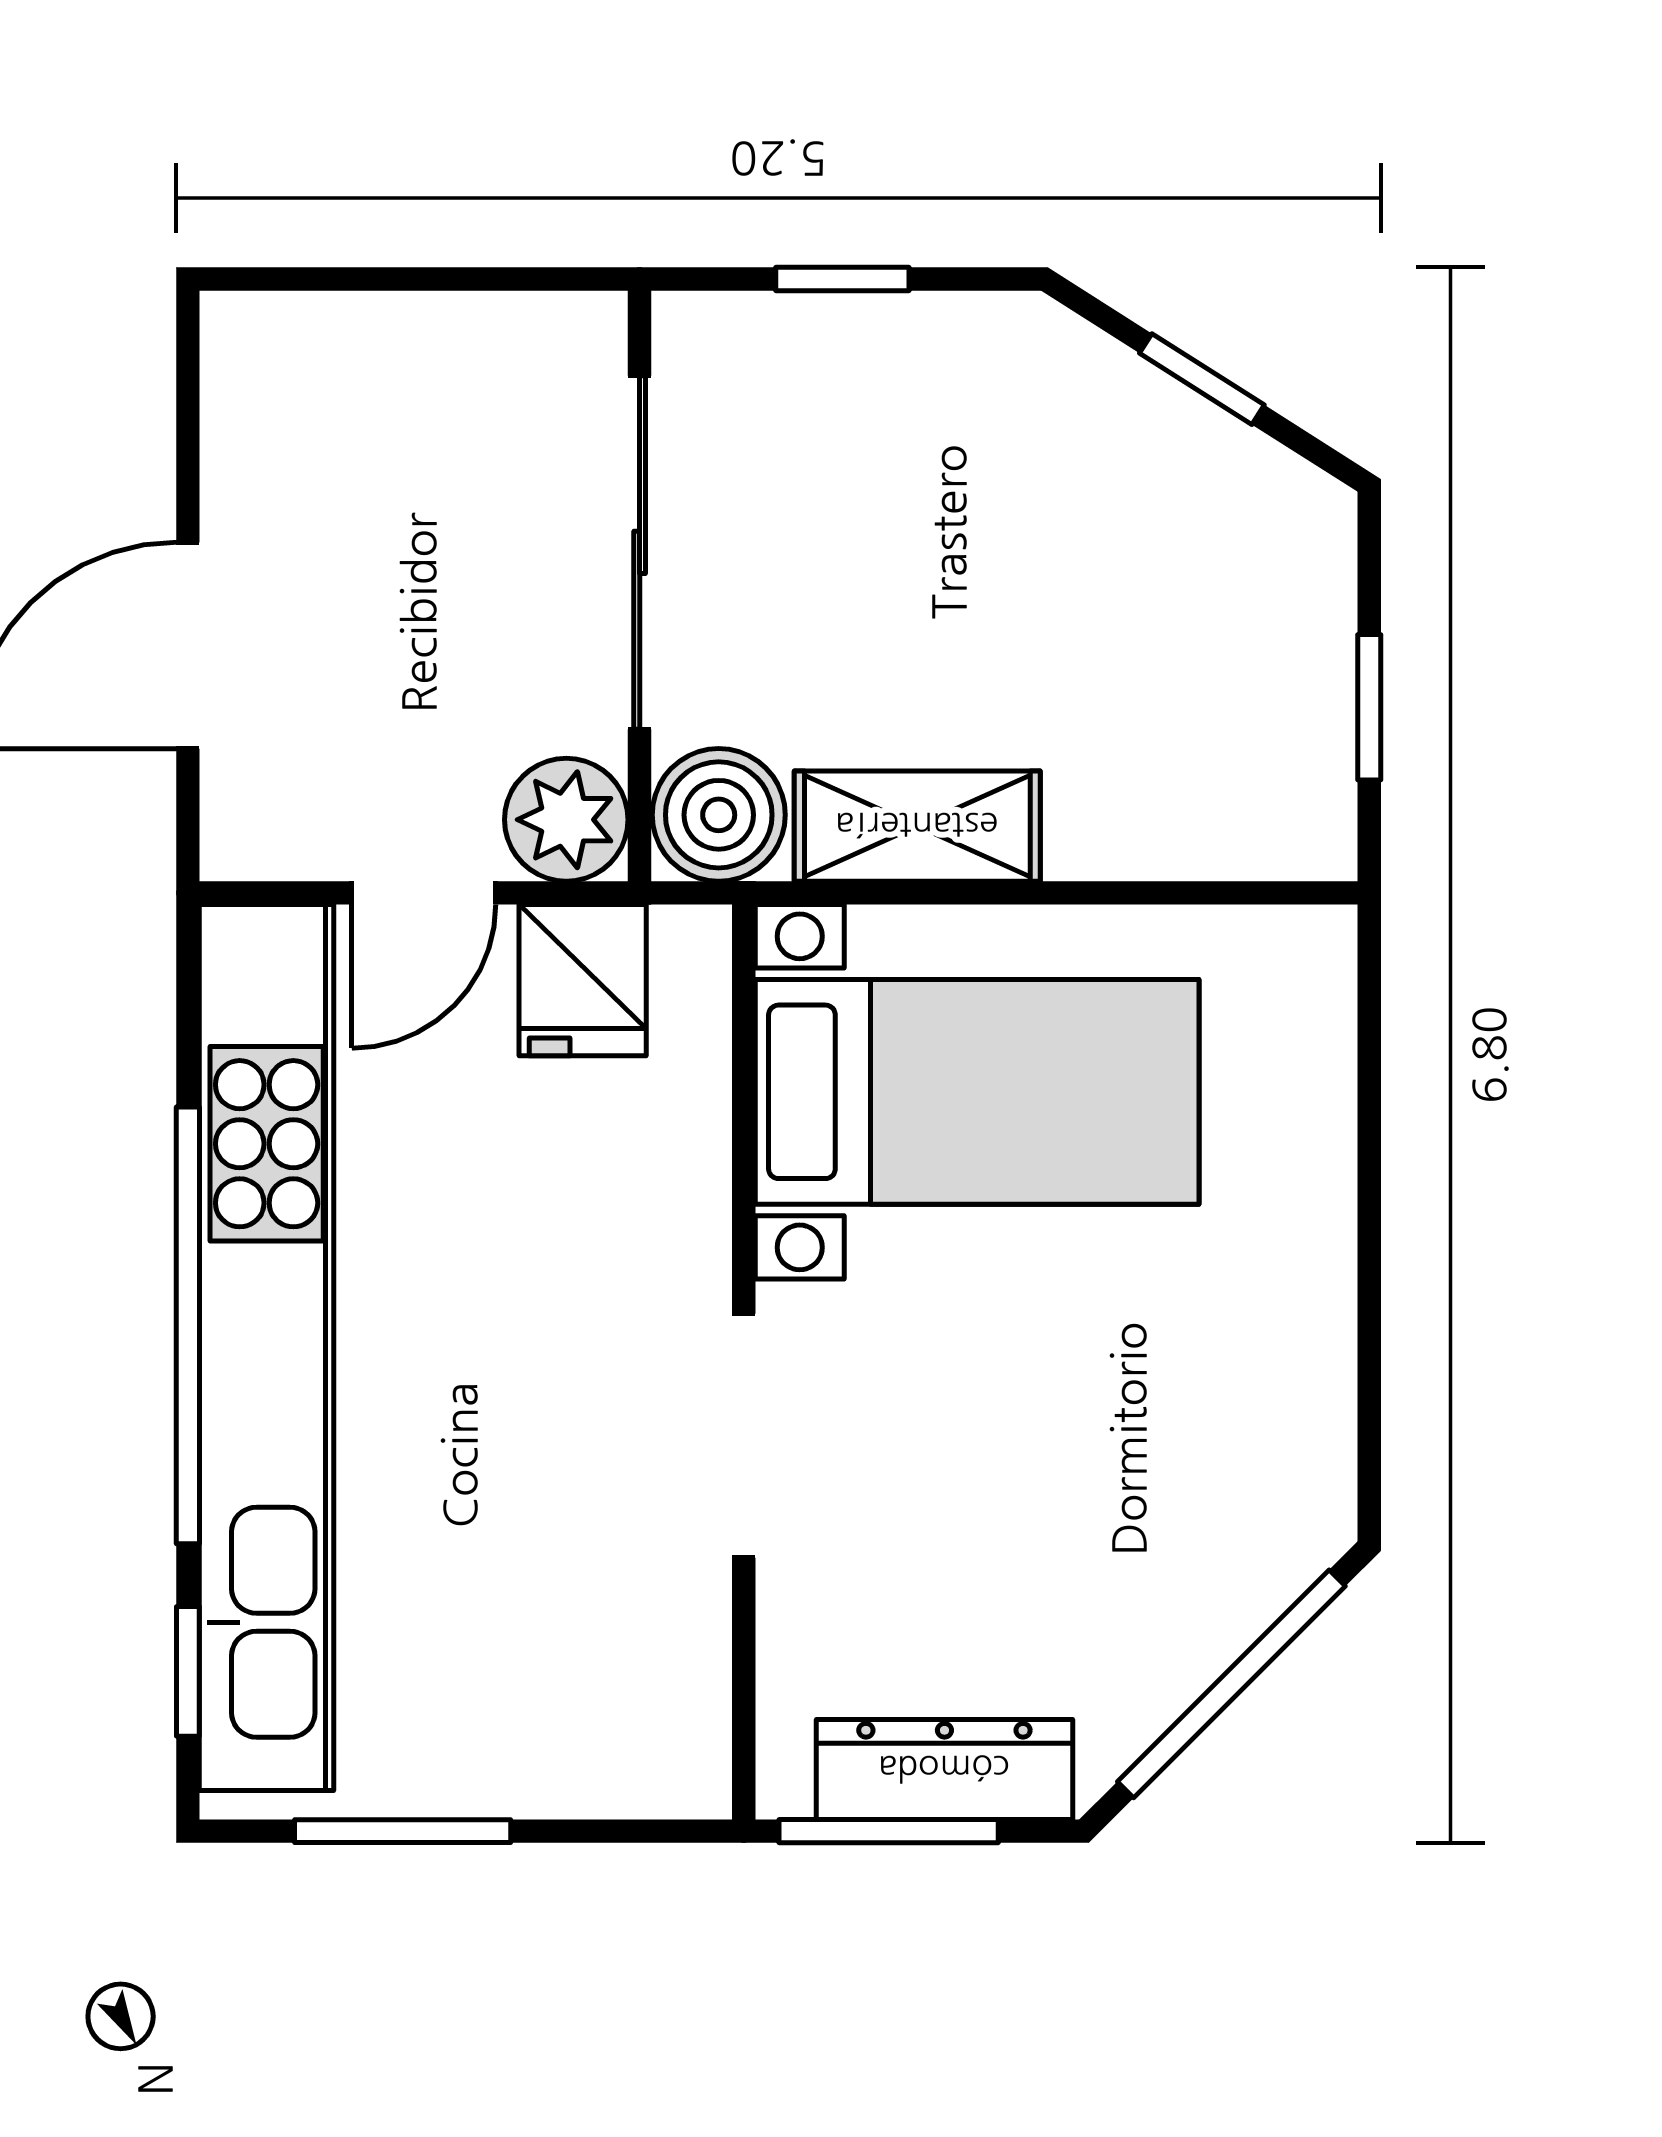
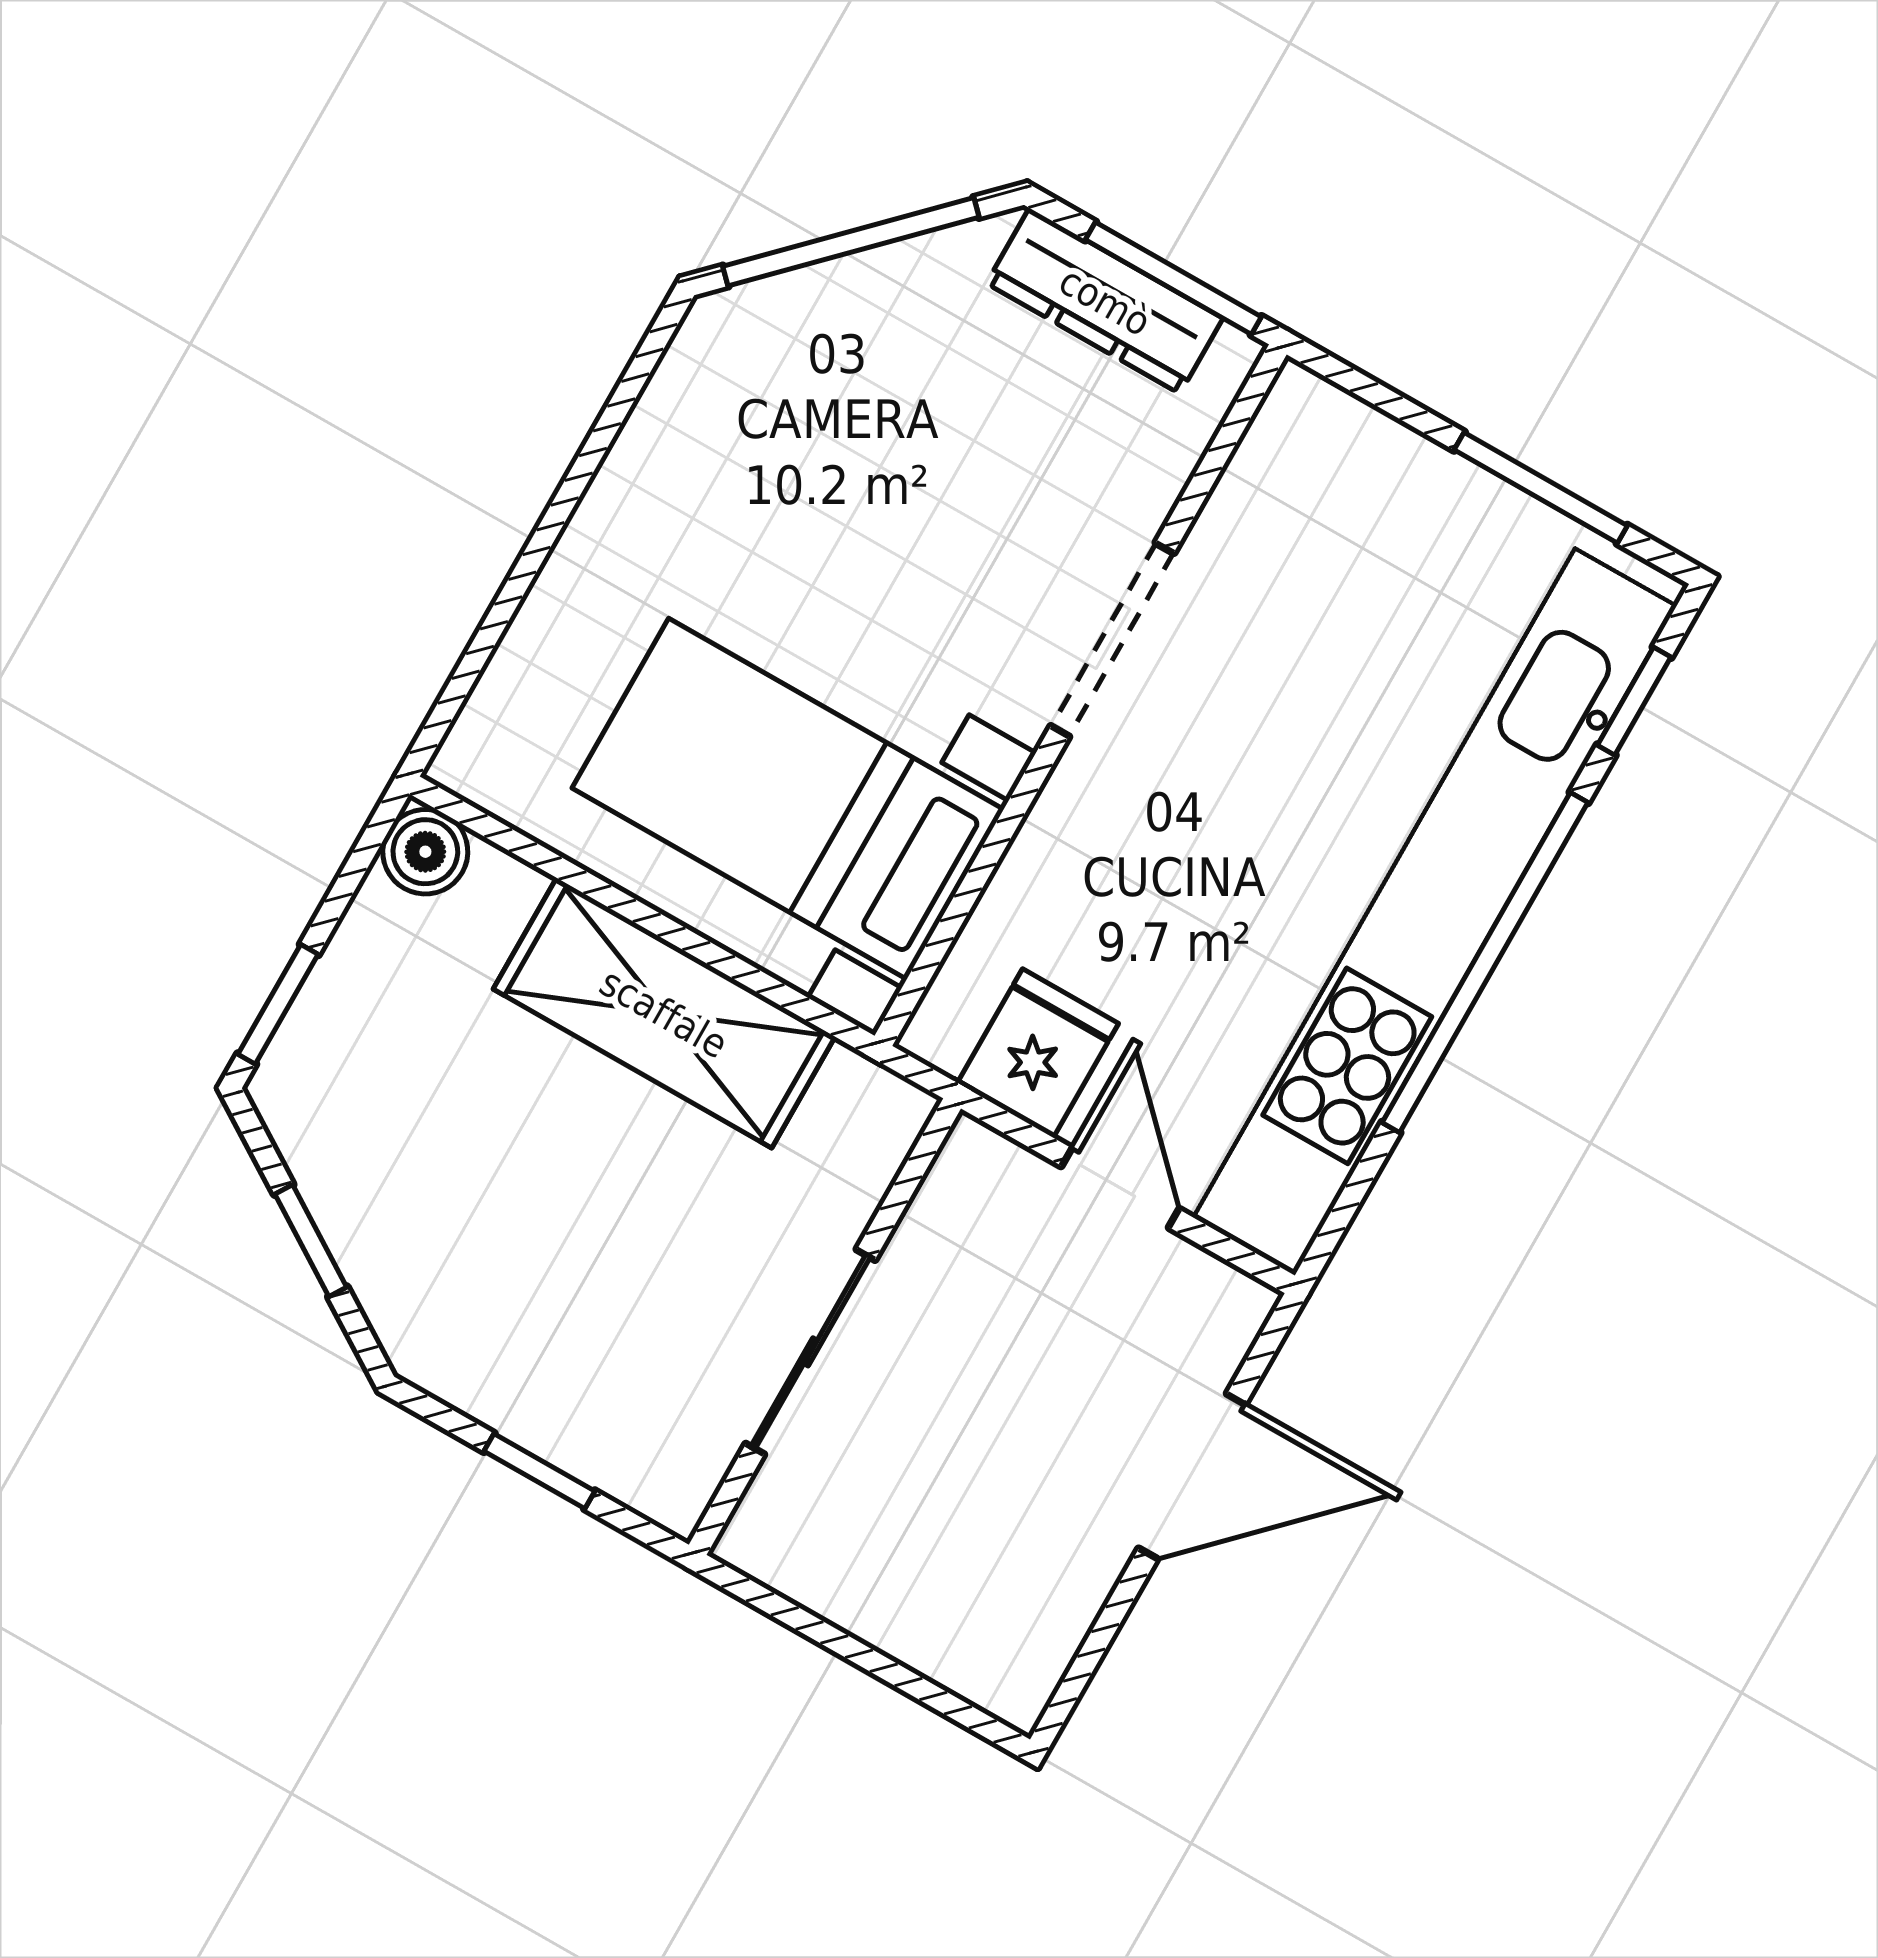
sliding door: (640, 552) -> (810, 1352), width x0.73
window: (1369, 707) -> (278, 1004), moved
boiler: (719, 815) -> (425, 852), moved, width x0.73, depth x0.73
plant: (566, 820) -> (981, 1182), removed
shelving: (917, 826) -> (664, 1013), width x1.50, depth x1.33
door: (424, 893) -> (1120, 1188), hinge flipped

